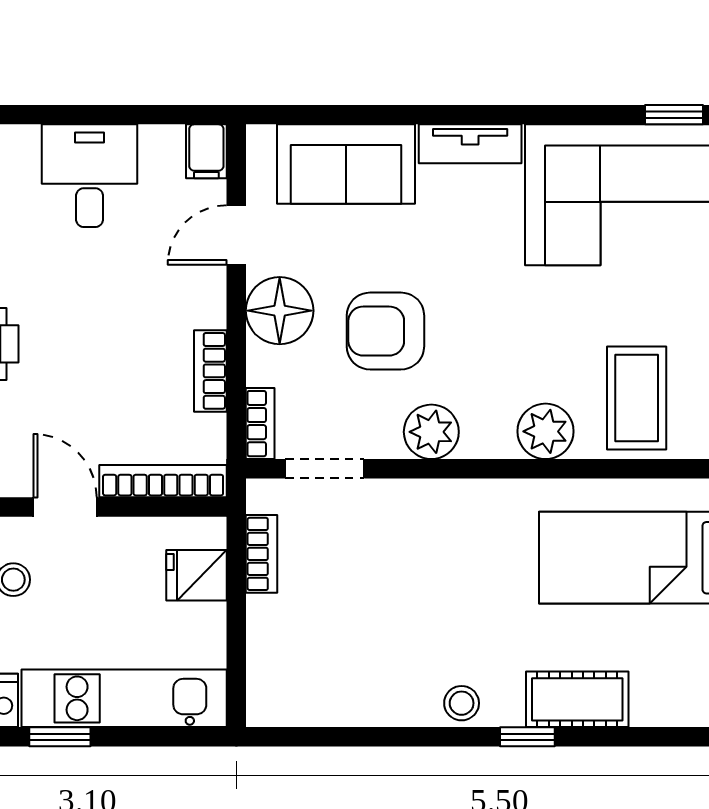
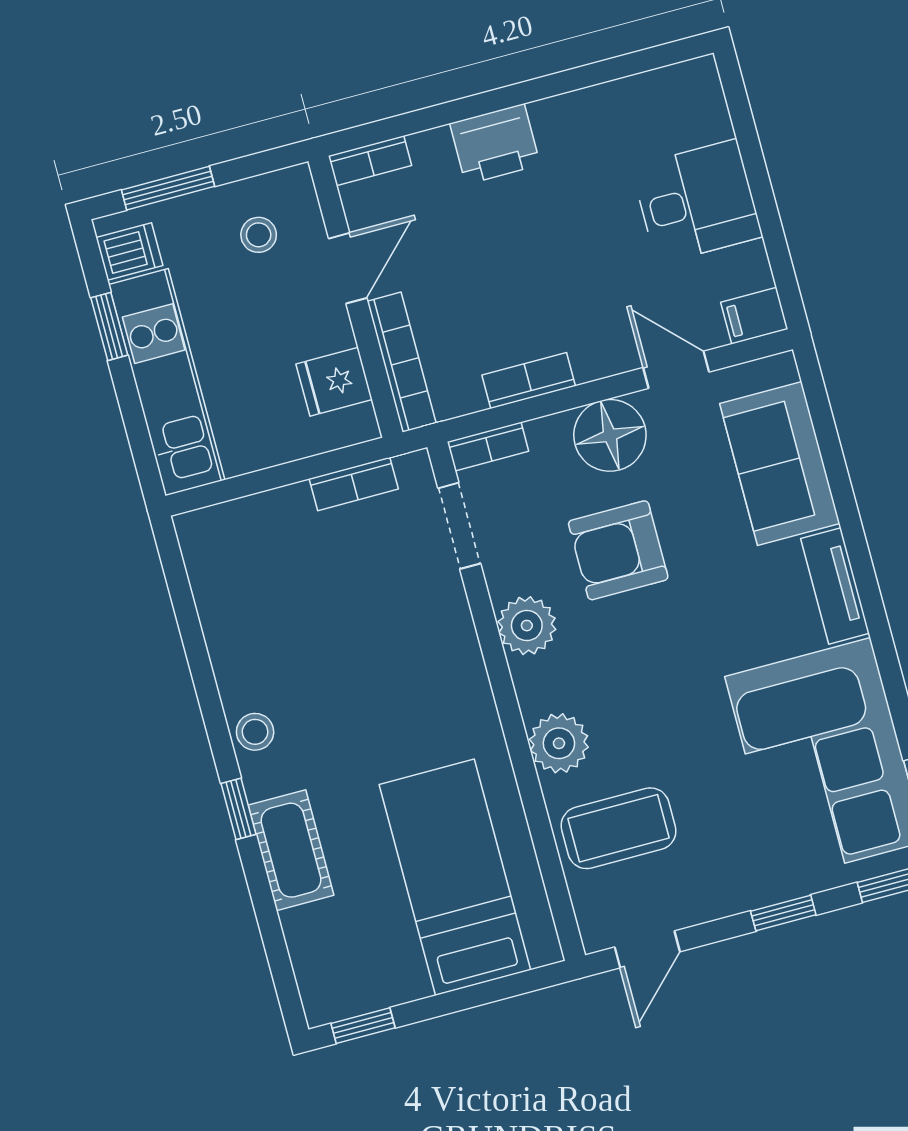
armchair: (385, 331) -> (618, 550), turned -90
fridge: (196, 575) -> (334, 382), moved, turned -90

